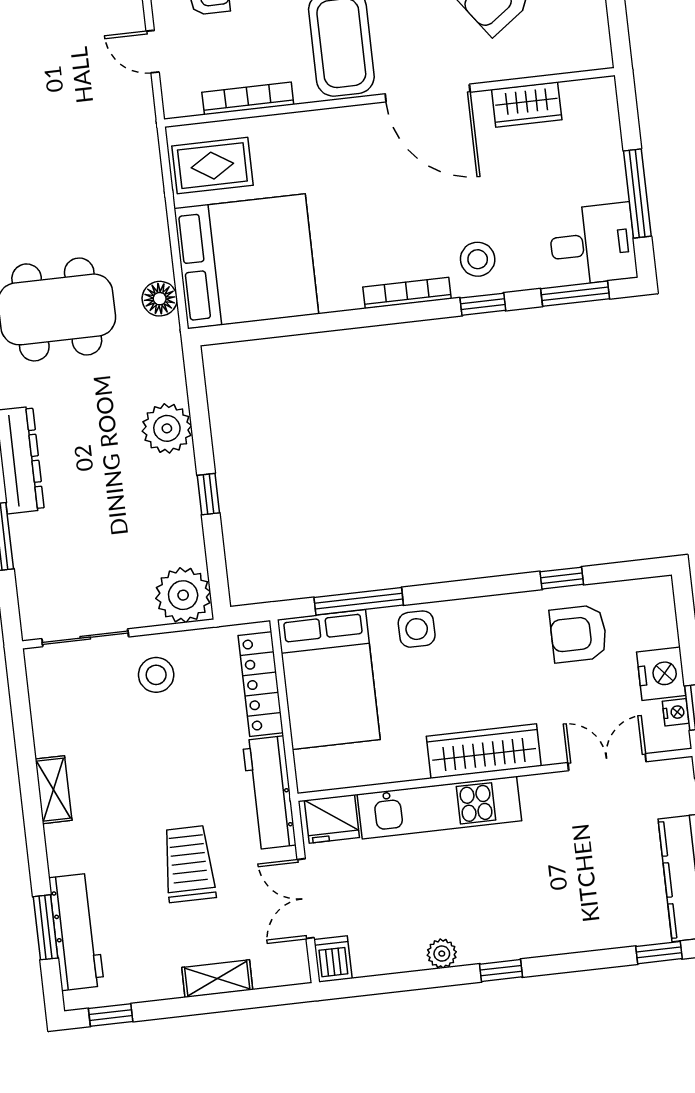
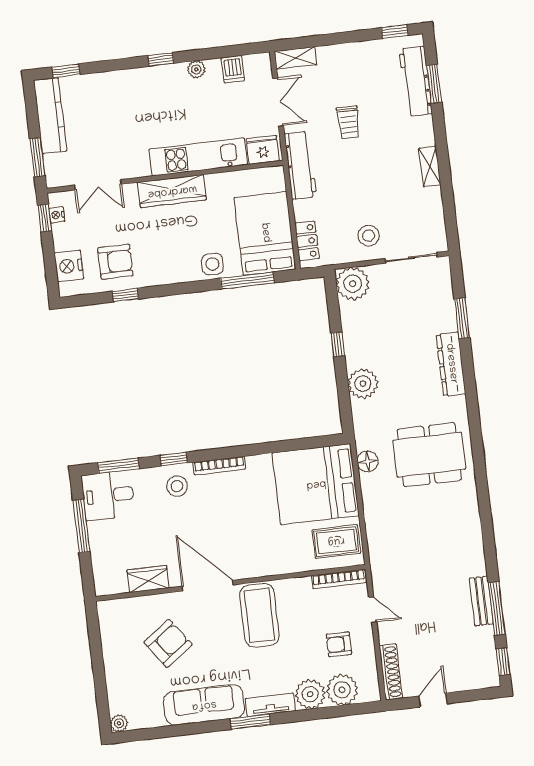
bookcase: (248, 98) -> (339, 579), moved
nightstand: (661, 674) -> (69, 266), moved
locker: (261, 684) -> (307, 241), width x0.66
trolley: (189, 864) -> (348, 122), width x0.73, depth x0.72
dishwasher: (333, 959) -> (233, 69), moved
shelving: (217, 979) -> (296, 58), moved

